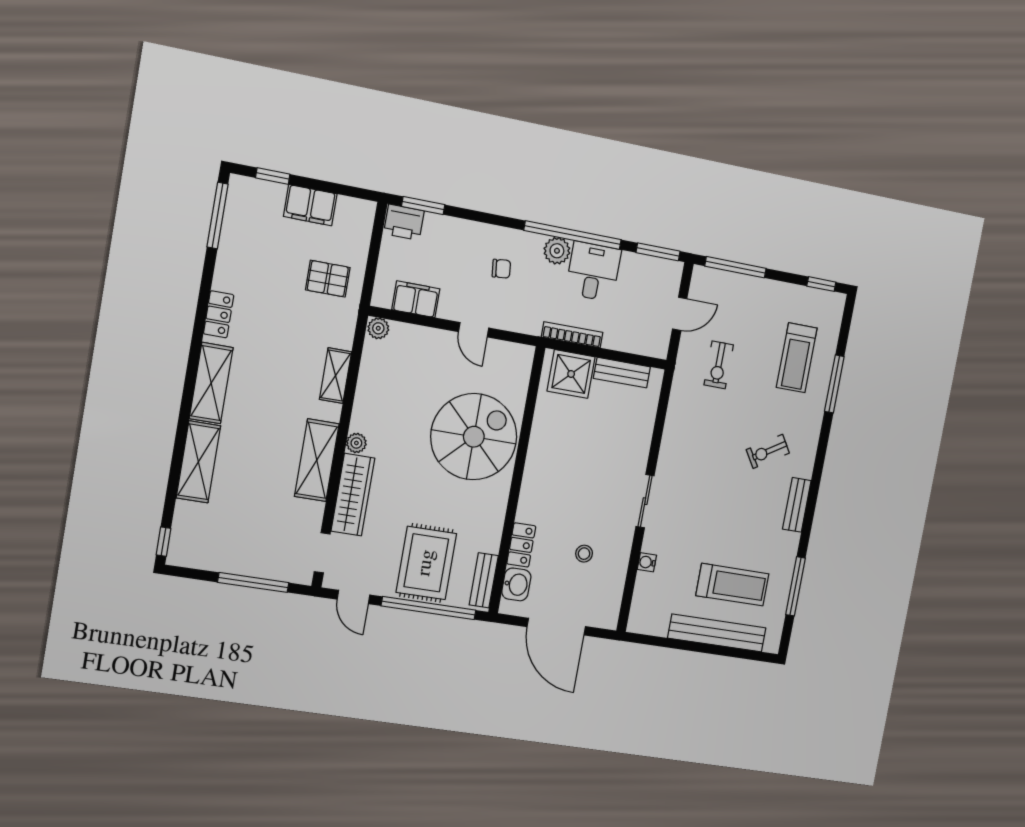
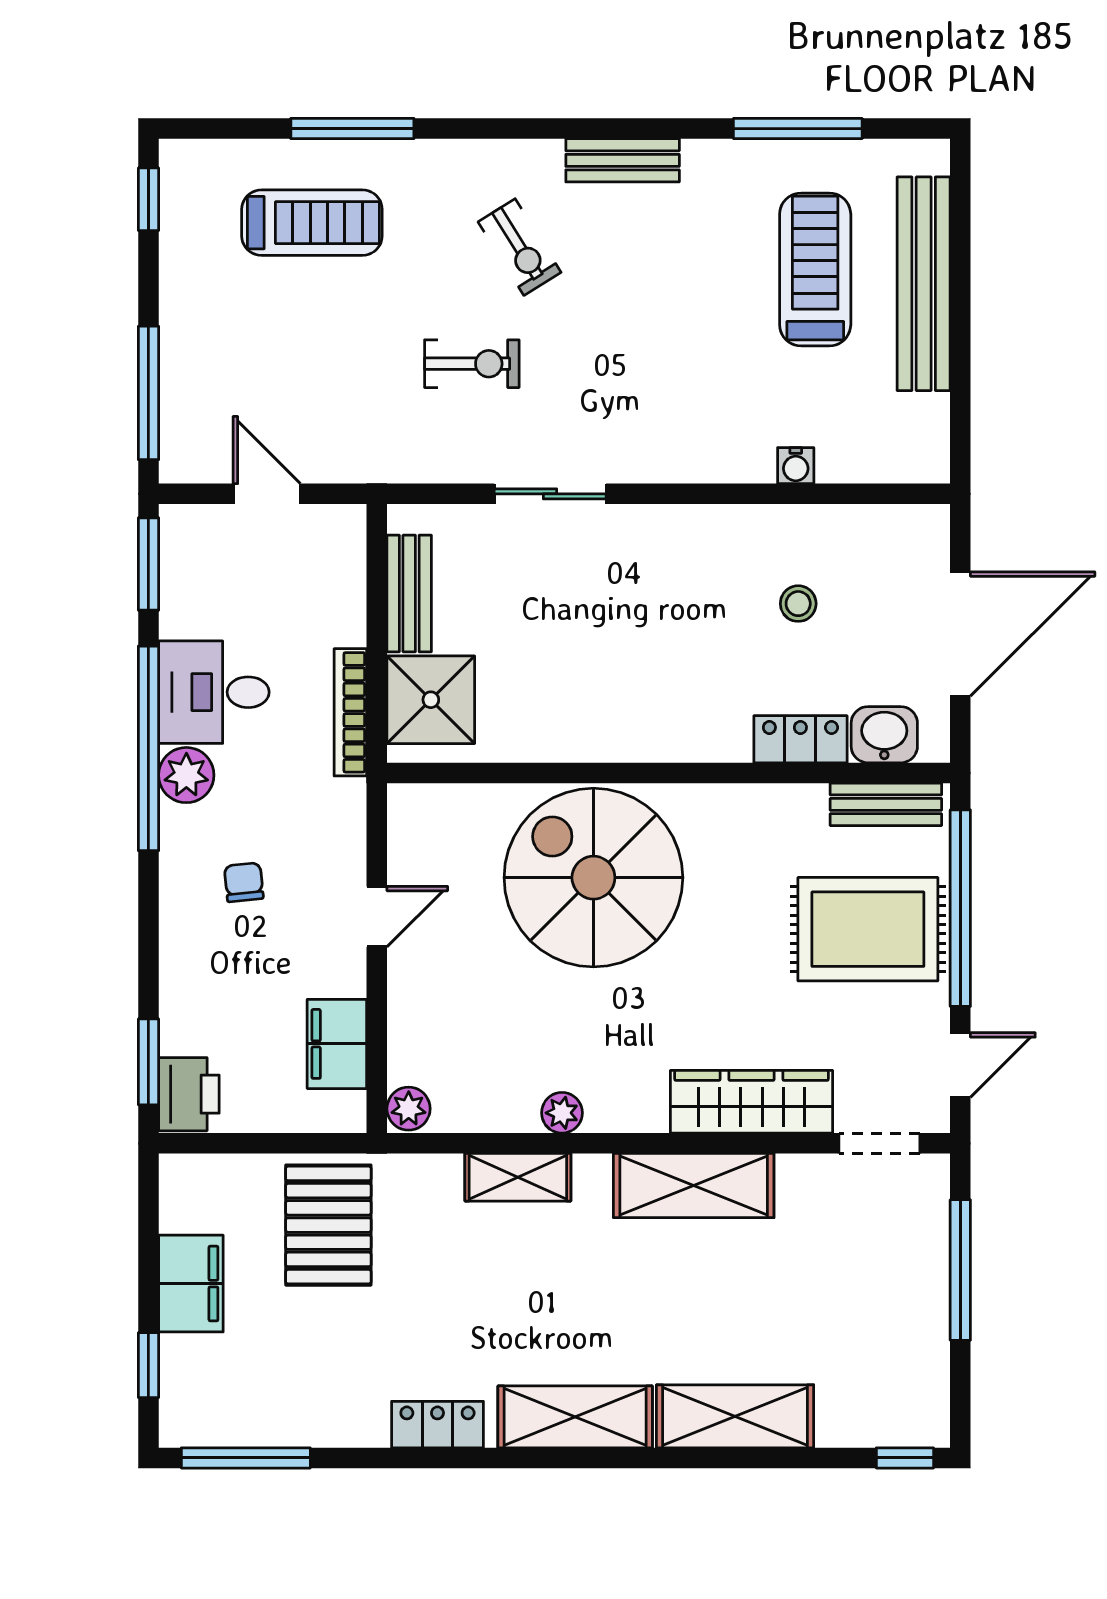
pallet: (328, 279) -> (328, 1225), width x1.50, depth x1.42
exercise bike: (719, 365) -> (472, 364), moved
plant: (356, 443) -> (562, 1113), moved
sliding door: (645, 501) -> (550, 494), moved

